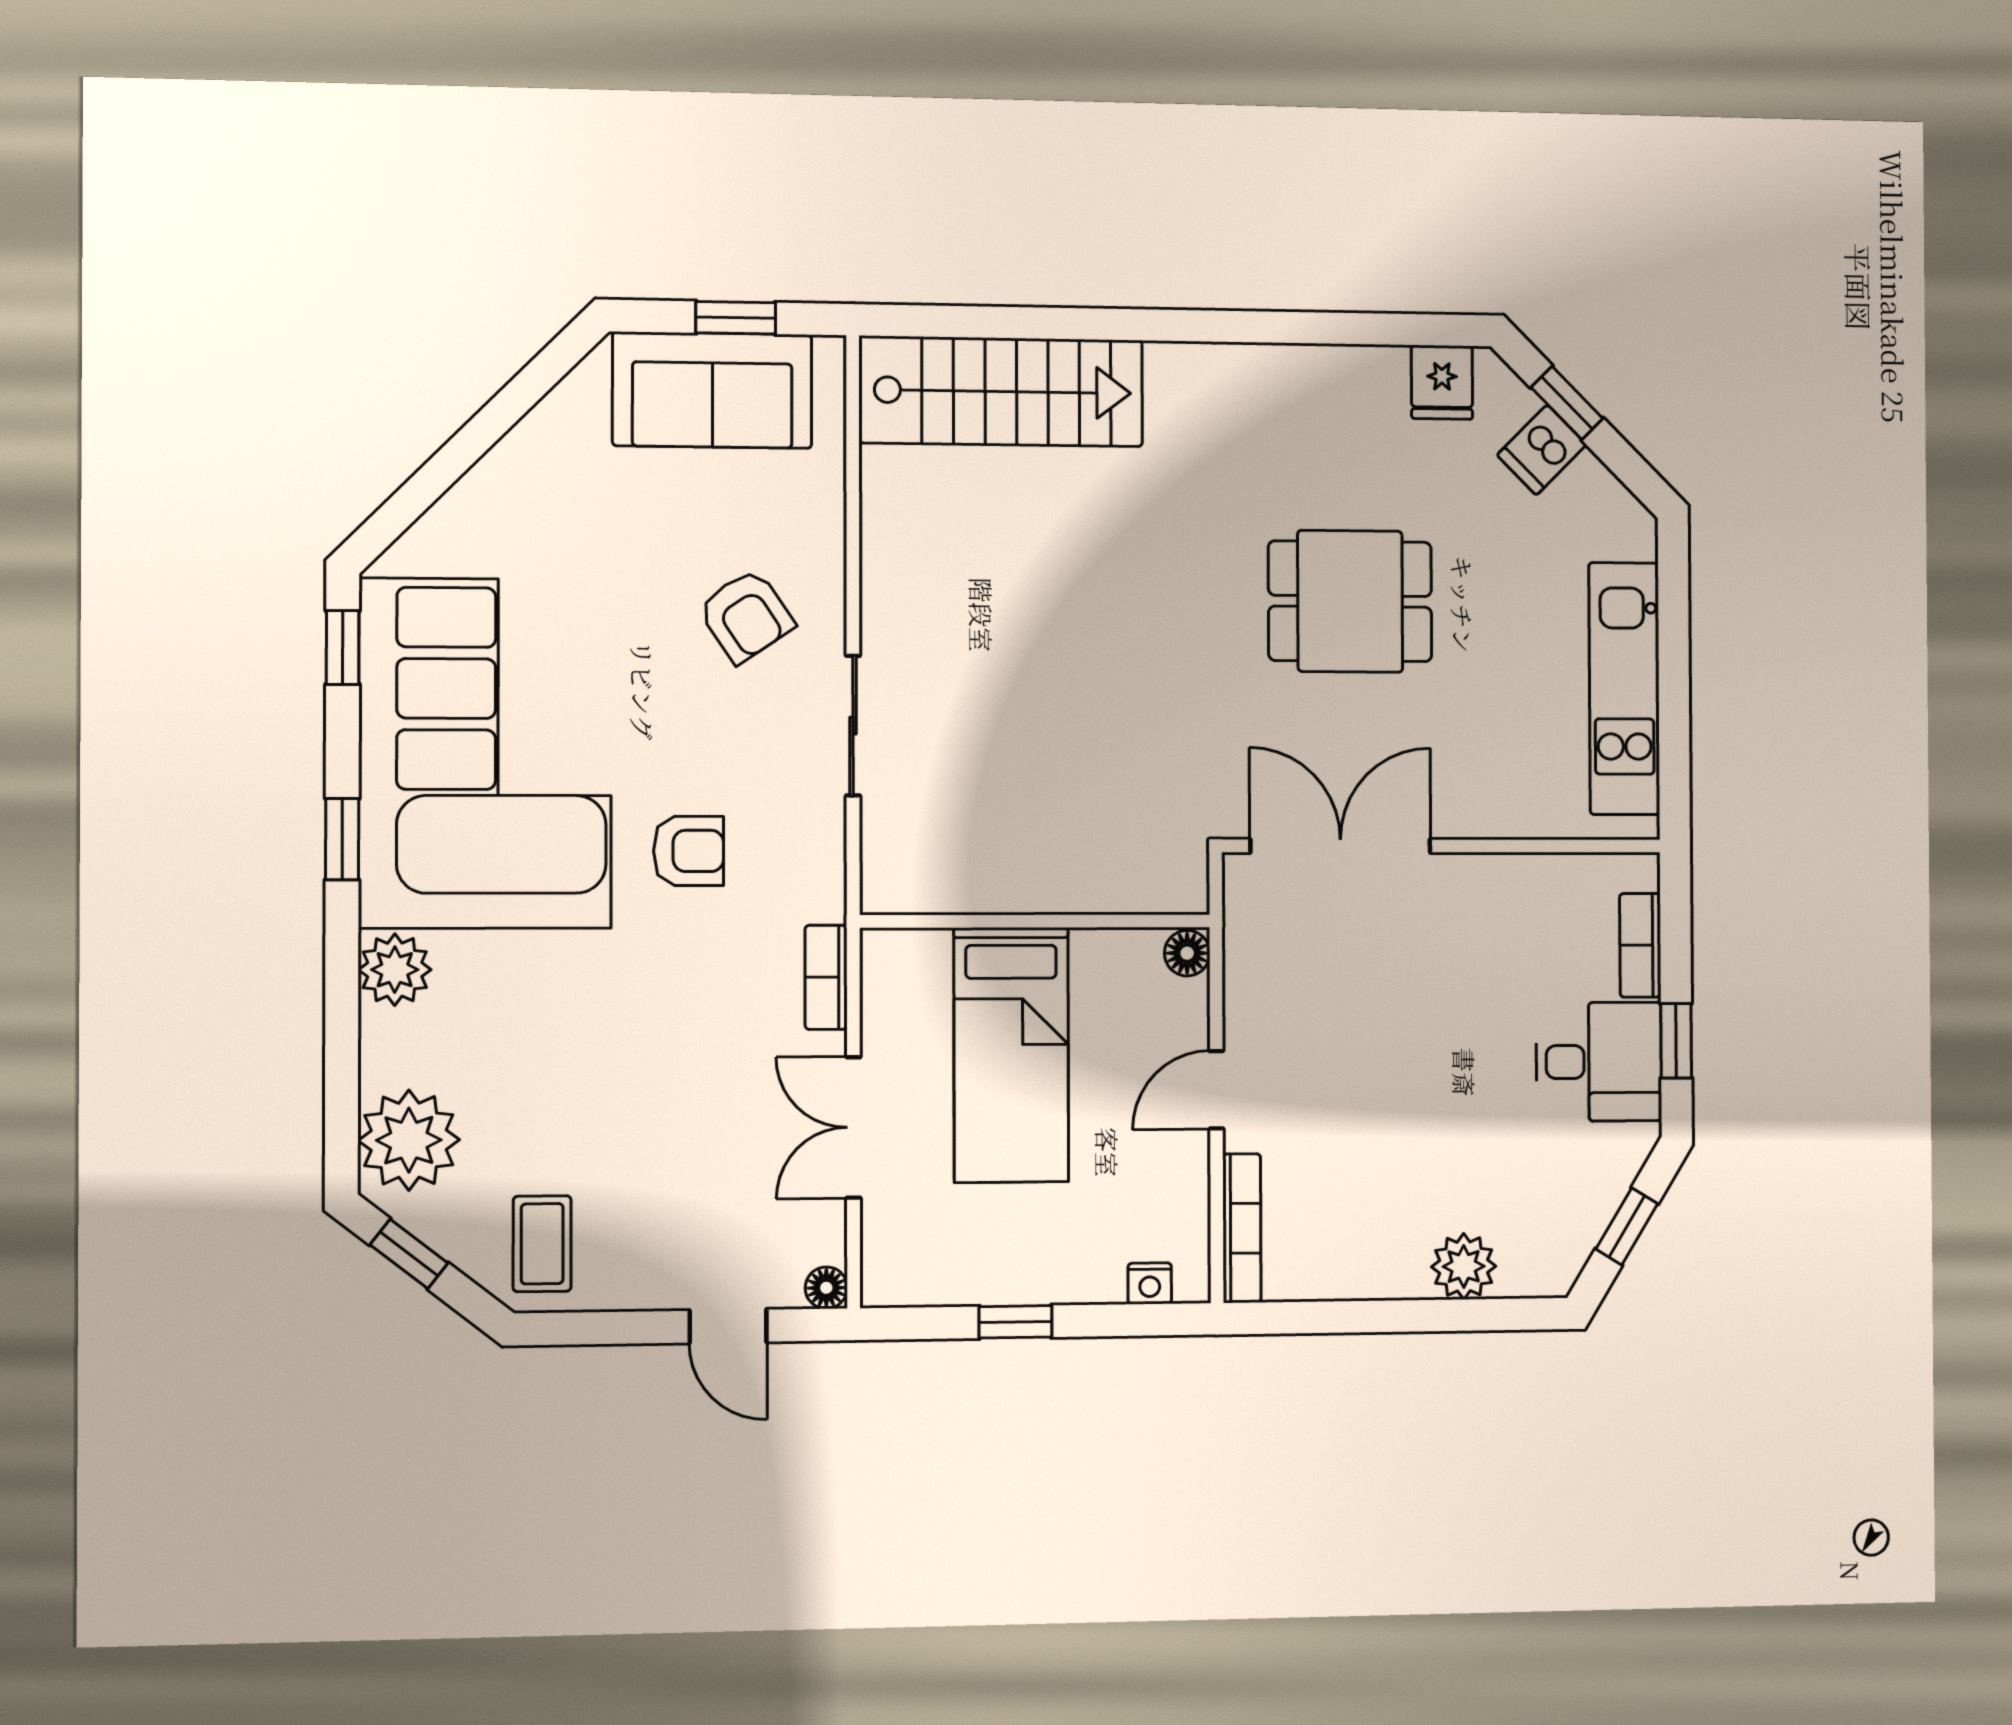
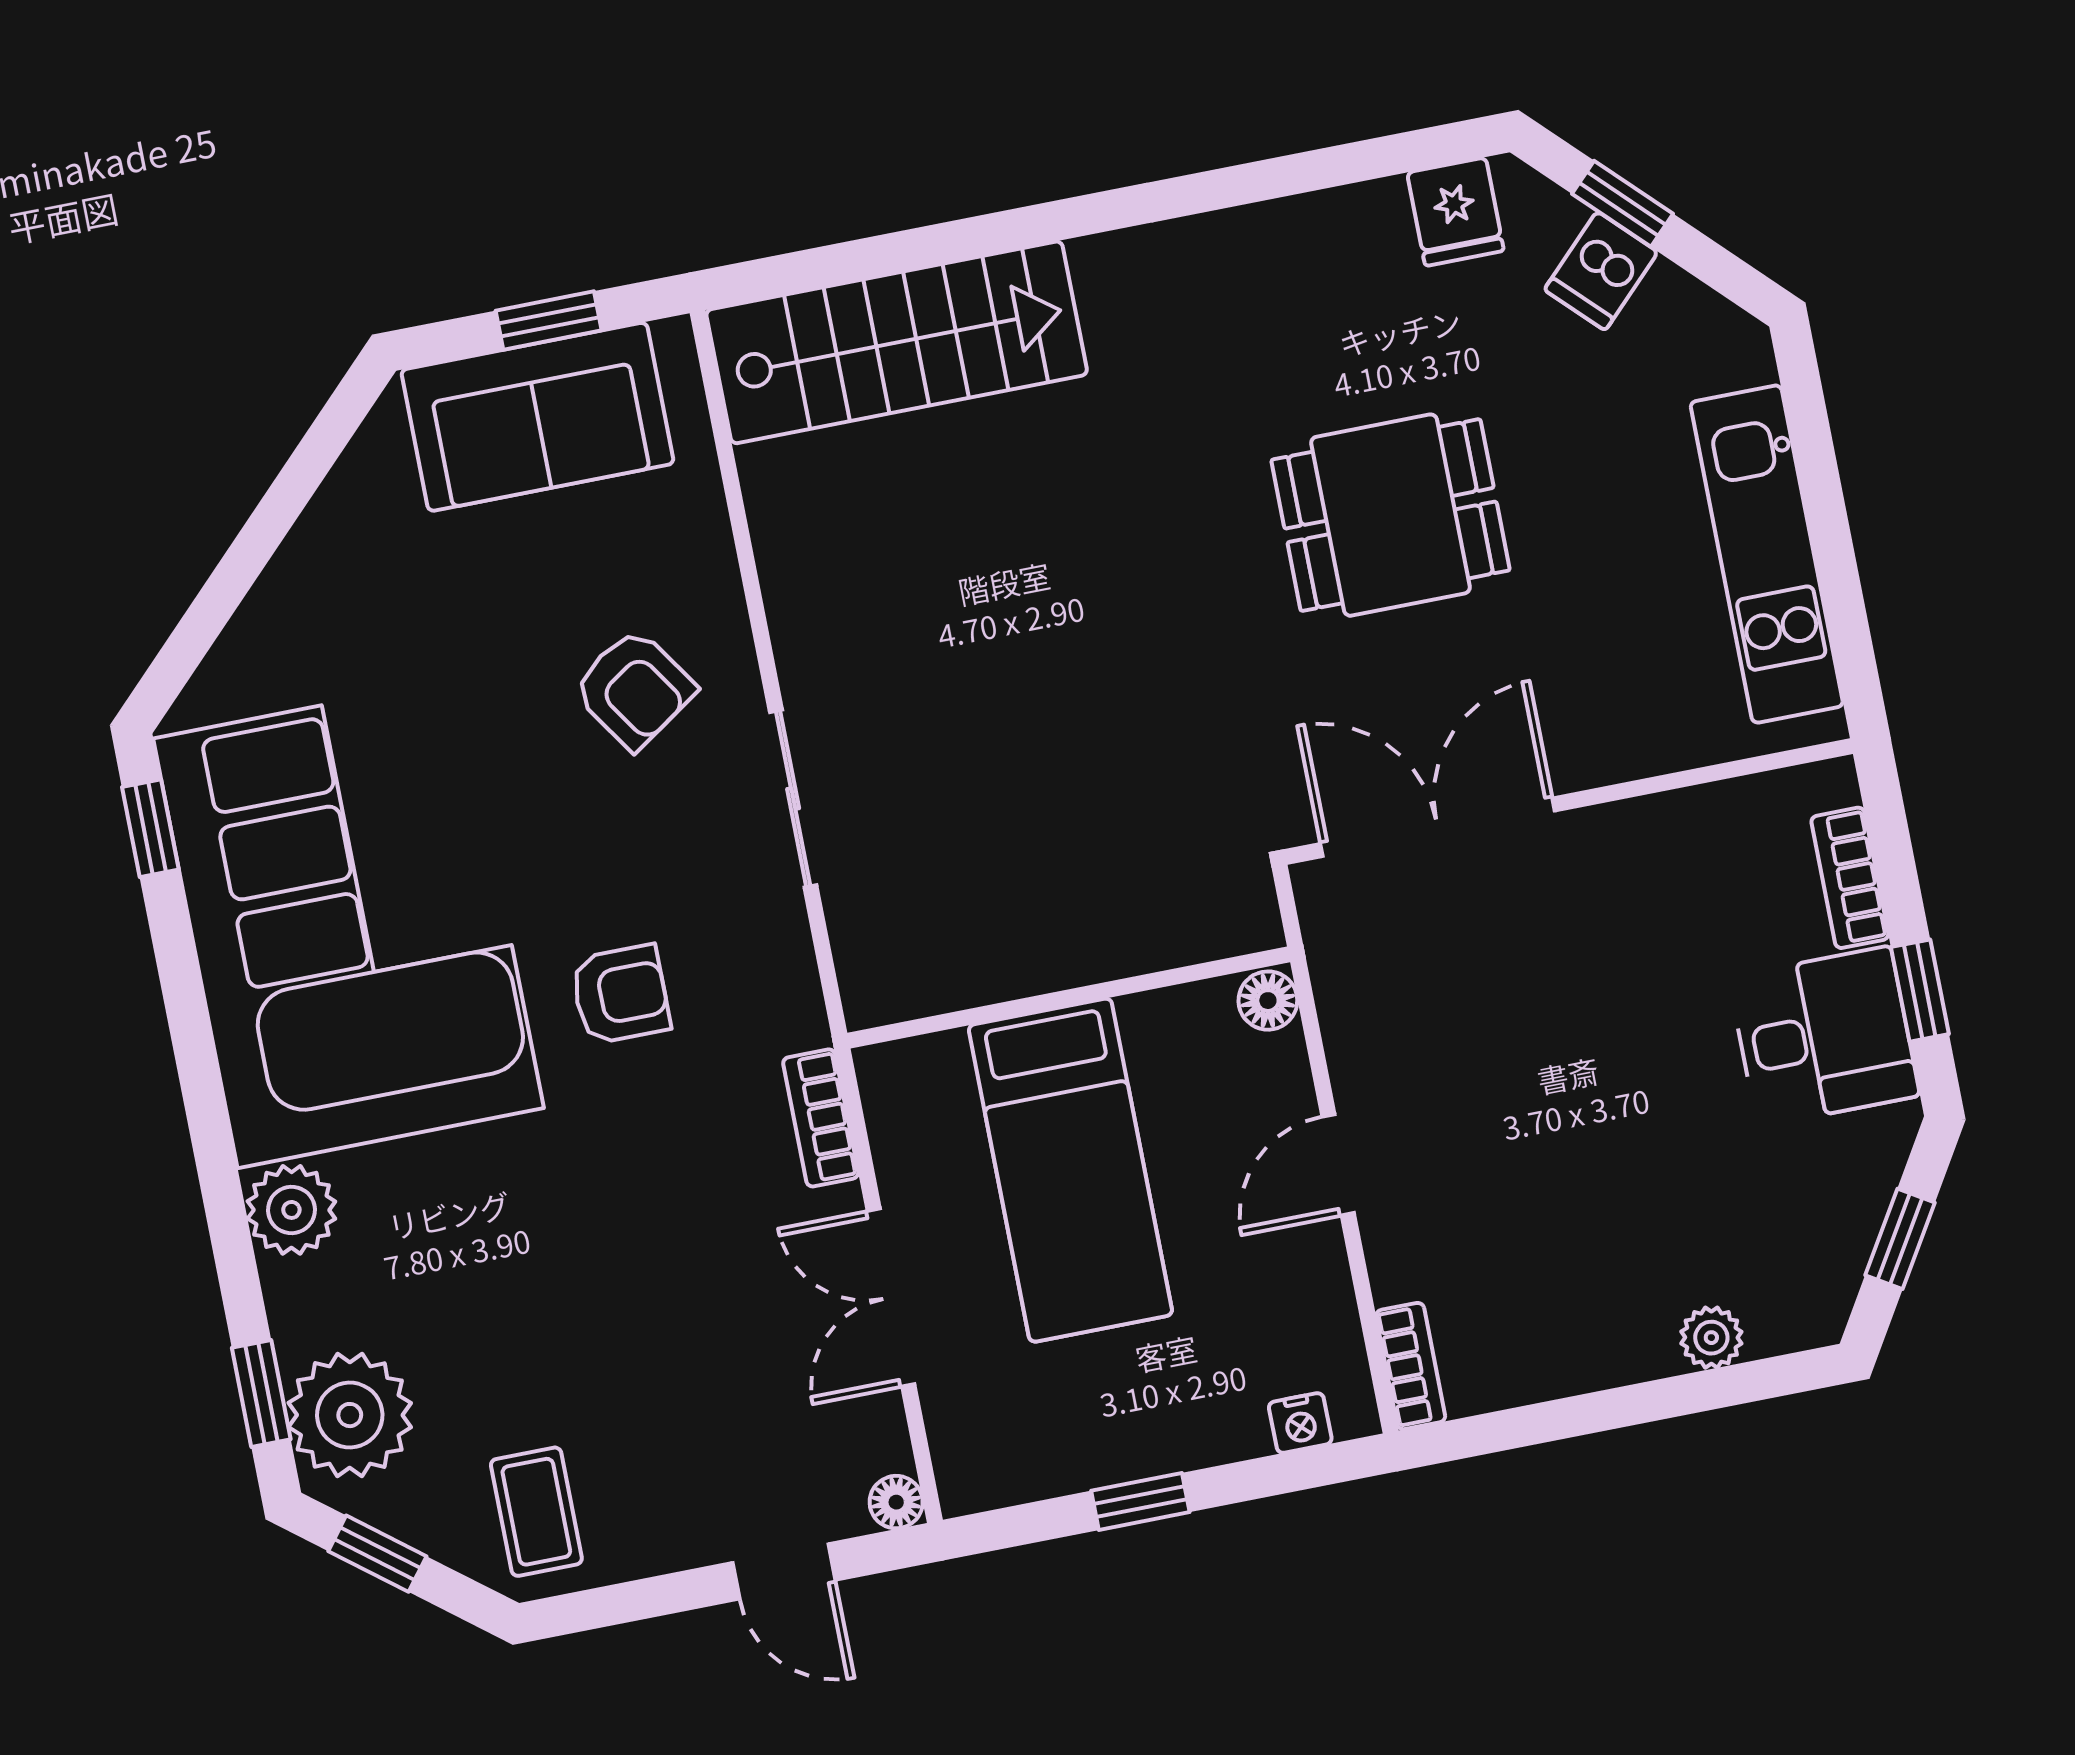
window: (342, 839) -> (261, 1394), moved
bookcase: (1242, 1228) -> (1411, 1366), width x0.64
plant: (1464, 1266) -> (1711, 1338), width x0.73, depth x0.73

